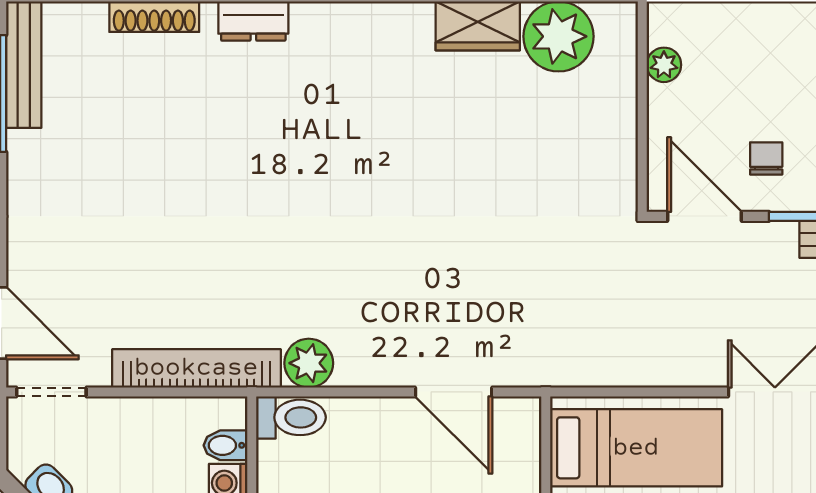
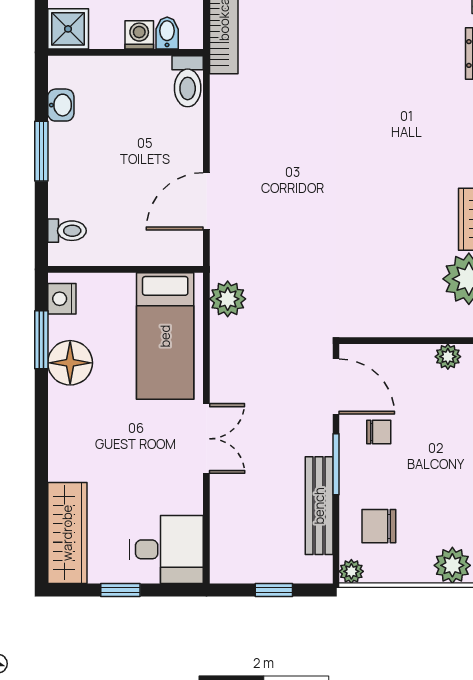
door: (705, 216) -> (336, 387), hinge flipped
plant: (309, 363) -> (228, 299), moved

